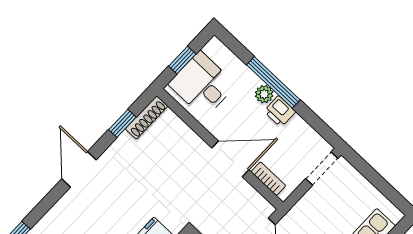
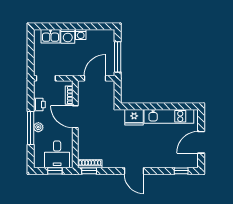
printer: (280, 111) -> (39, 104), moved
window: (122, 123) -> (89, 171), moved
door: (79, 169) -> (134, 171), hinge flipped

